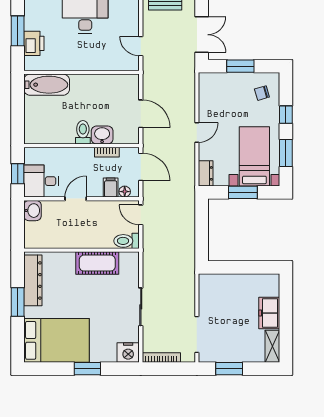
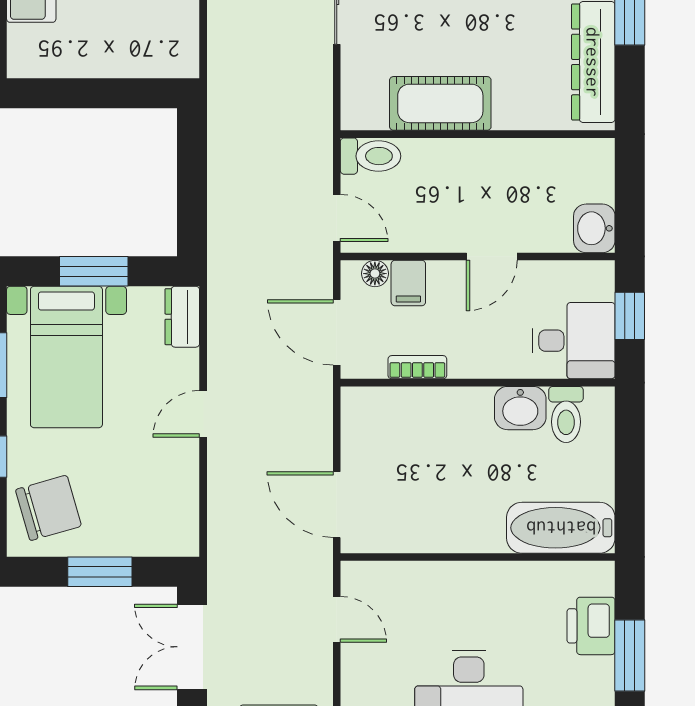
chair: (262, 93) -> (49, 508), width x1.87, depth x1.87
door: (141, 114) -> (337, 505), moved
toilet: (83, 132) -> (566, 414), moved
washbasin: (102, 135) -> (520, 408), moved
desk: (41, 181) -> (574, 341), moved

